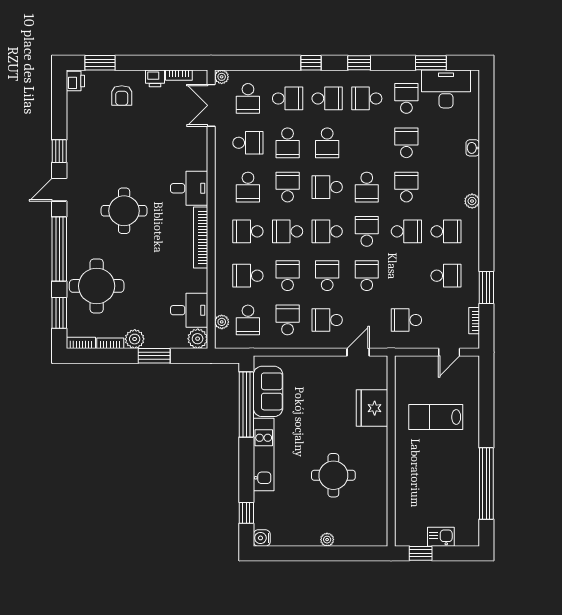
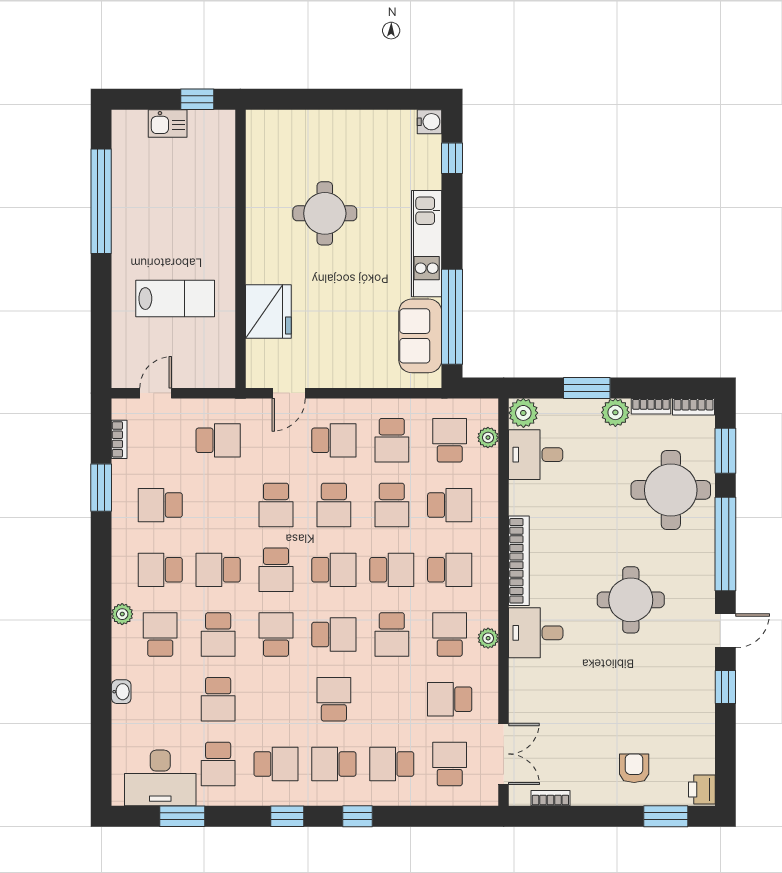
plant: (222, 77) -> (488, 638), moved
printer: (155, 78) -> (586, 793), removed
school desk: (288, 143) -> (160, 635), moved
plant: (327, 540) -> (334, 119), removed

